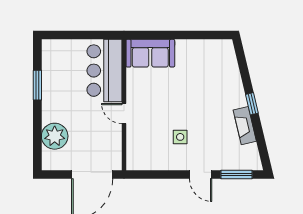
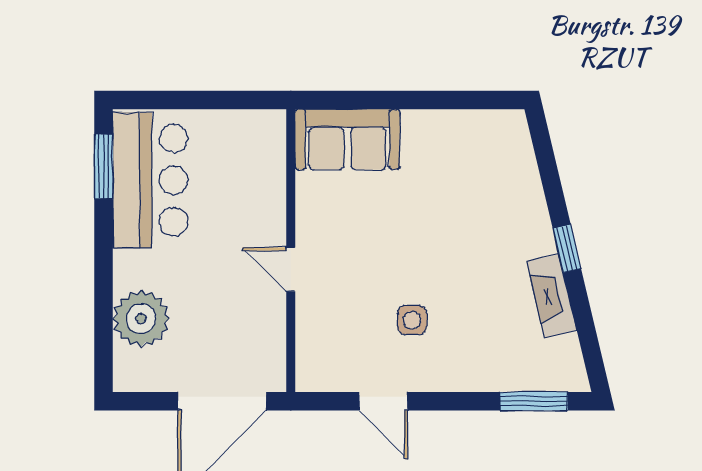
bar counter: (105, 71) -> (150, 180), moved, turned 180
window: (37, 85) -> (104, 166), moved
door: (201, 175) -> (383, 401), moved

